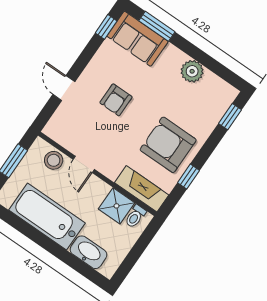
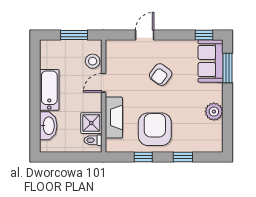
armchair: (116, 100) -> (161, 75), turned -53
window: (230, 117) -> (183, 157), moved
fireplace: (142, 189) -> (114, 117), moved
bathtub: (47, 216) -> (49, 90), width x0.73, depth x0.73

